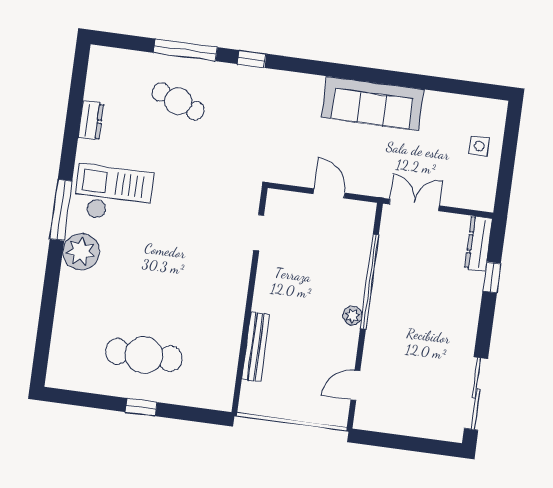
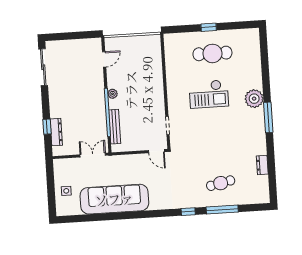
cafe table: (178, 101) -> (221, 183), turned -33
sofa: (373, 103) -> (114, 199), width x1.36, depth x1.27
door: (329, 193) -> (156, 151), moved
checkout: (113, 194) -> (209, 94), moved
double door: (414, 205) -> (93, 155), swing flipped
dresser: (478, 244) -> (56, 132), moved
bench: (256, 347) -> (115, 127), moved

